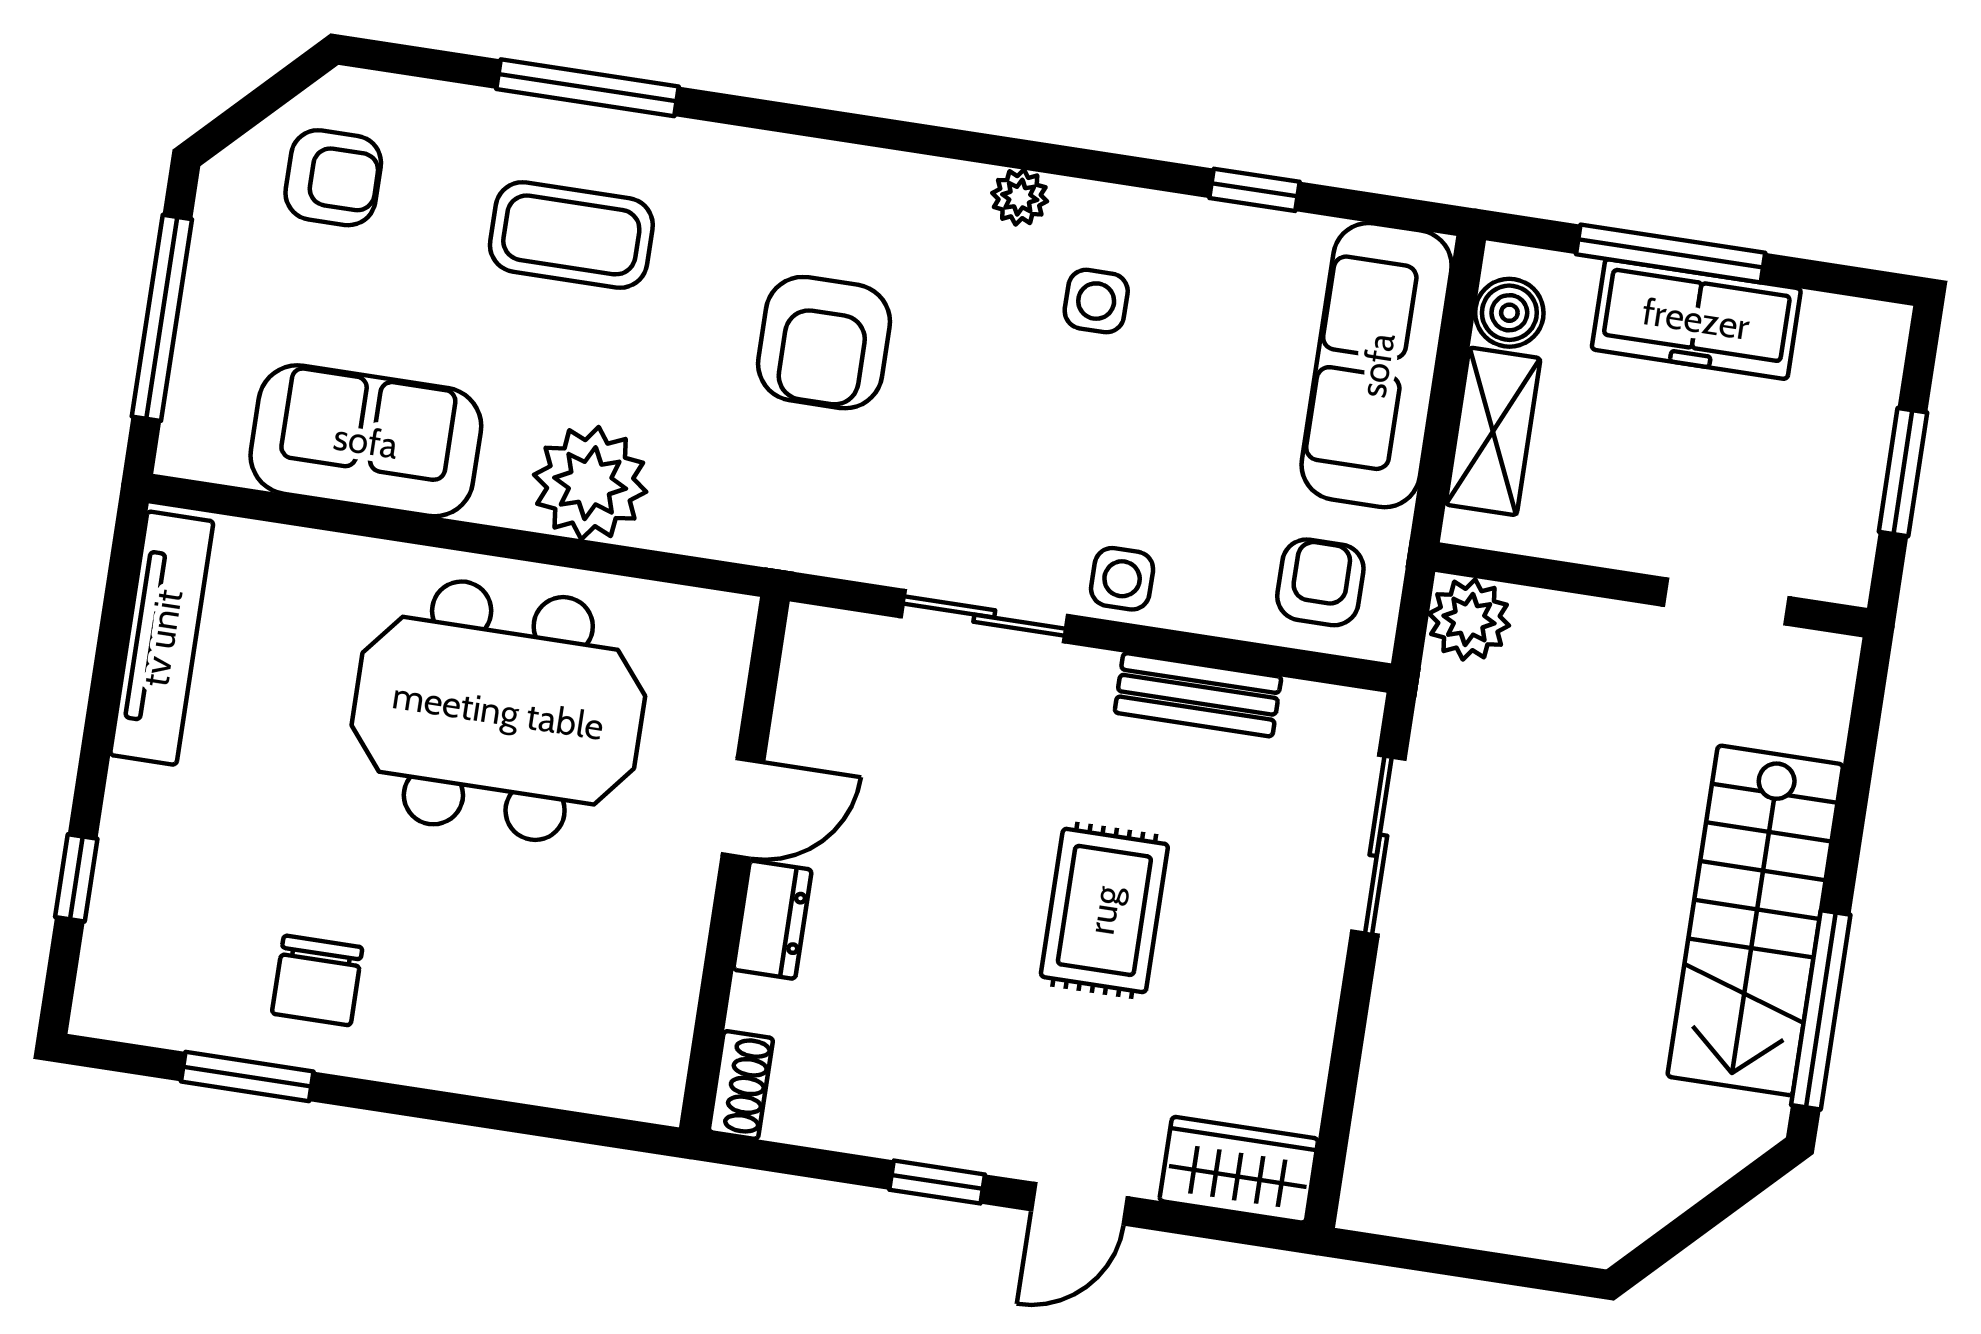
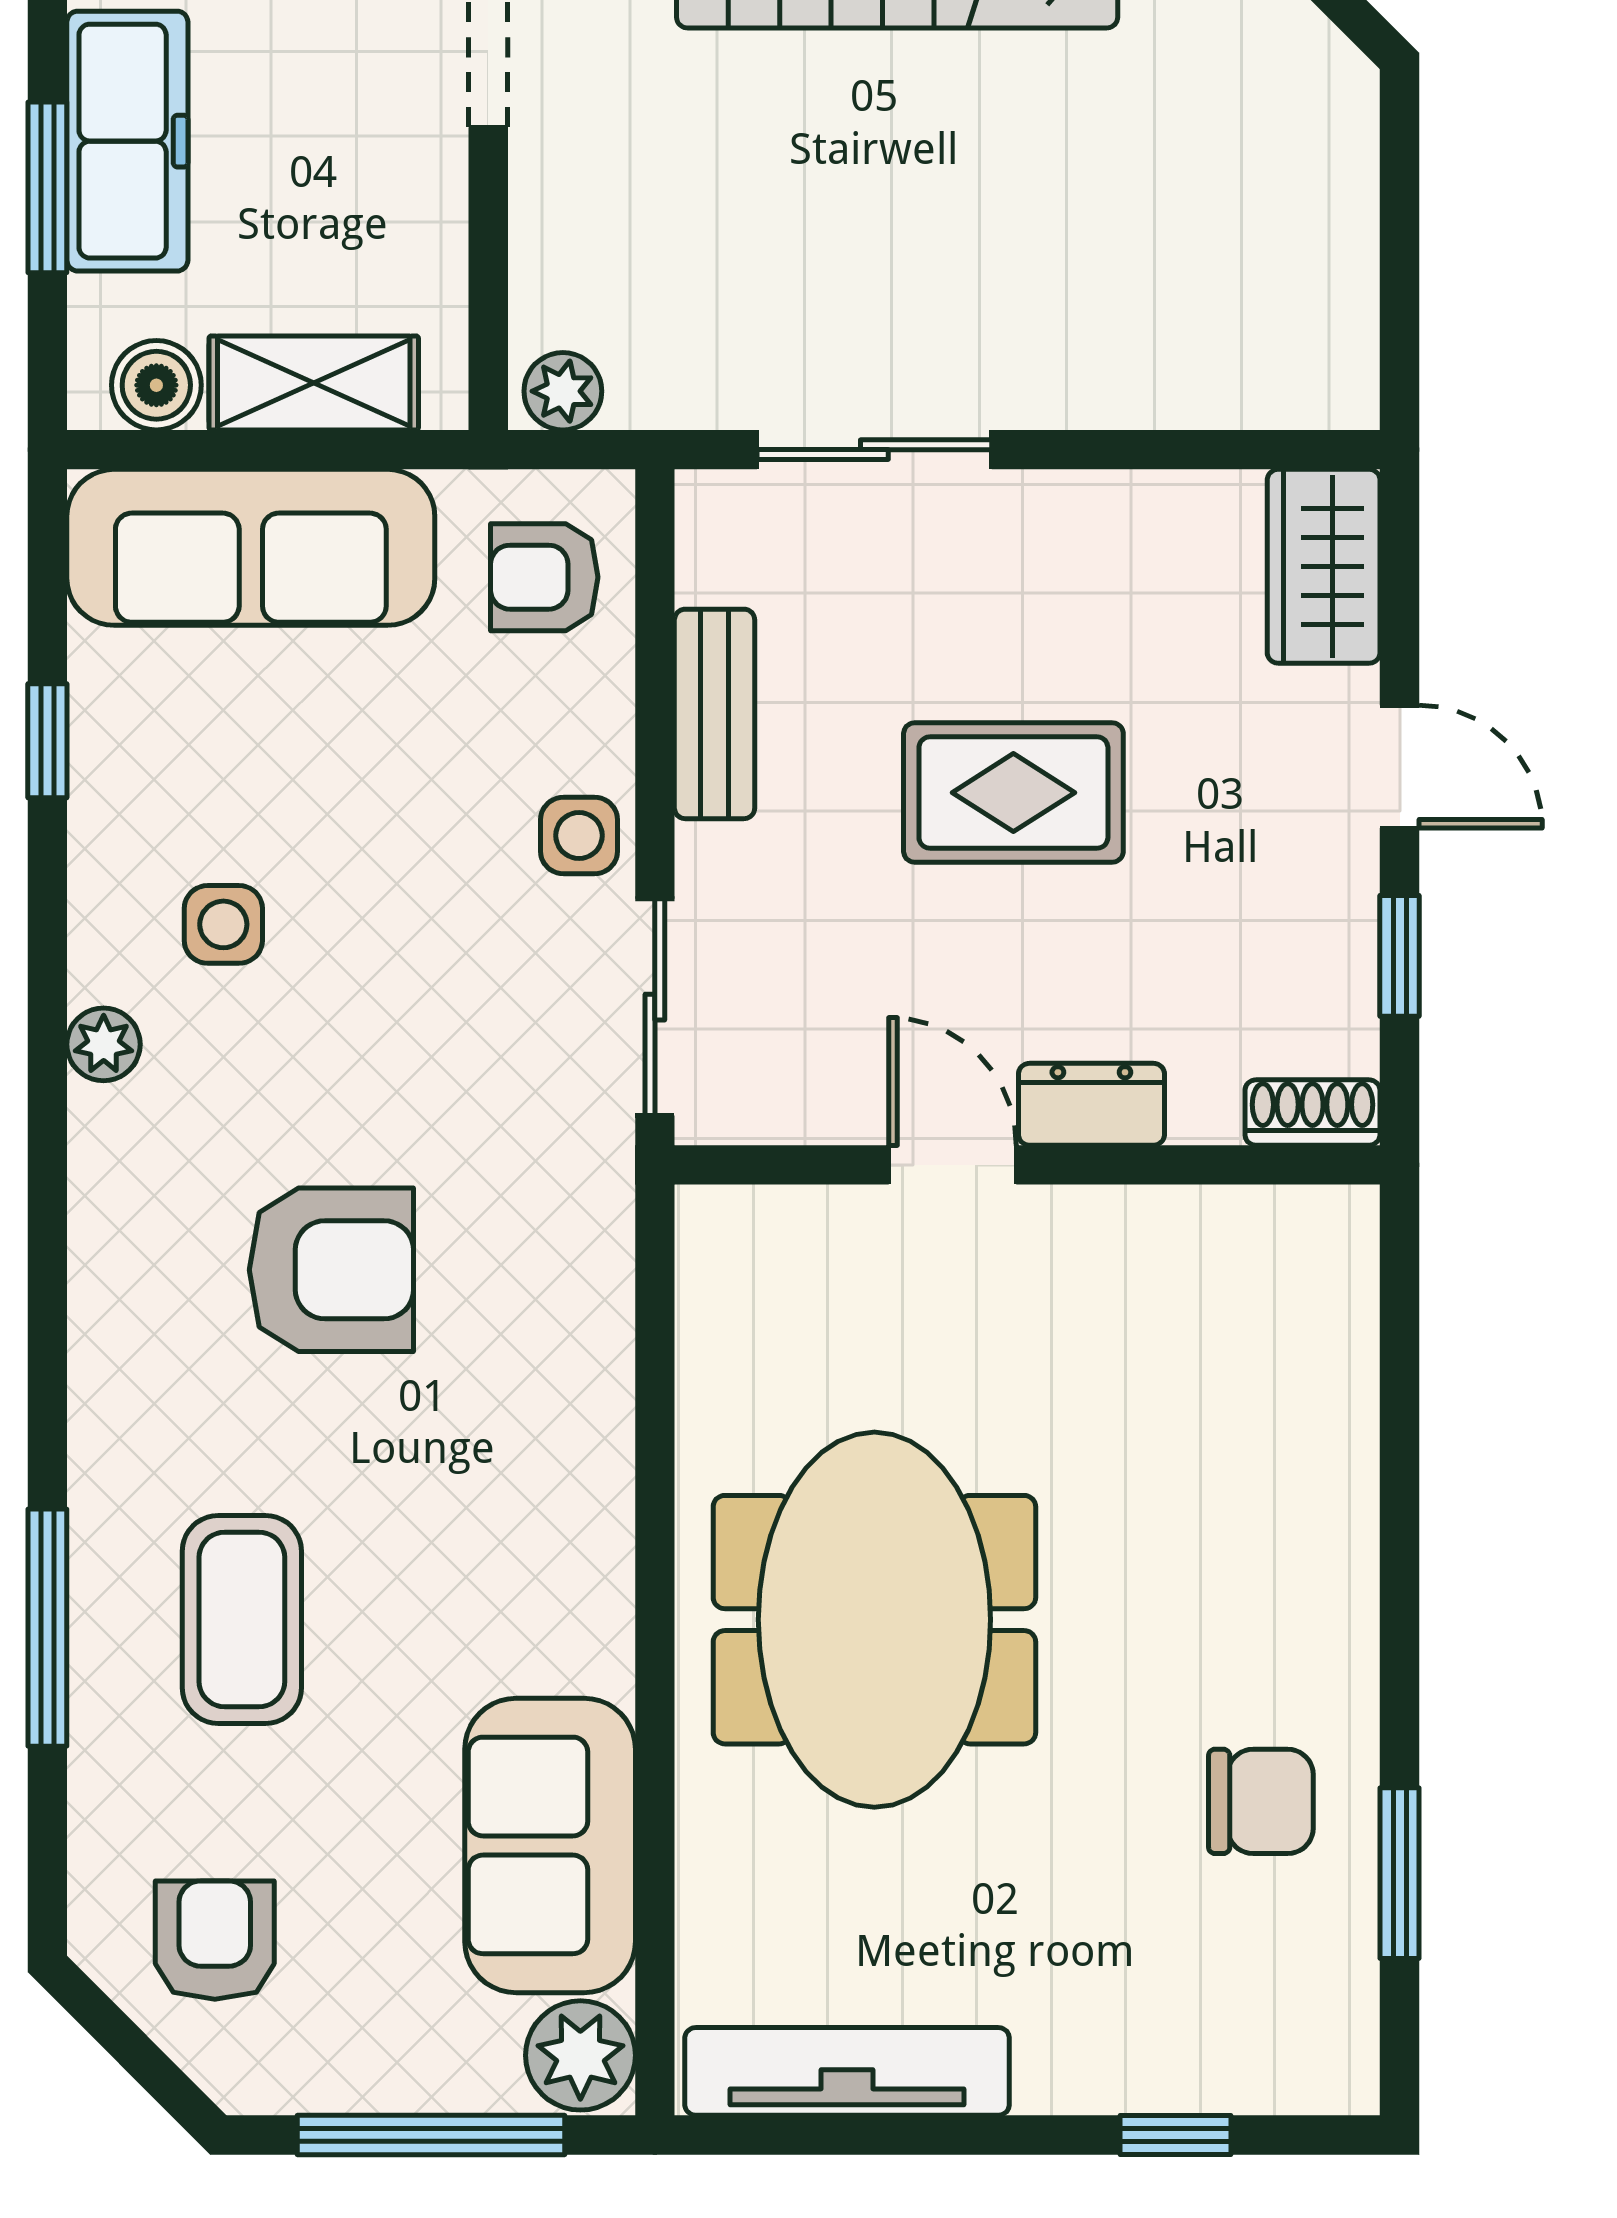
window: (1671, 254) -> (47, 187), width x0.69
plant: (590, 483) -> (580, 2055), moved, width x0.73, depth x0.73
plant: (1469, 619) -> (563, 391), width x0.73, depth x0.73
door: (743, 808) -> (952, 1165), moved
wall: (734, 864) -> (1027, 1165), moved
dresser: (773, 920) -> (1091, 1104), moved
shoe rack: (741, 1085) -> (1312, 1113), moved

